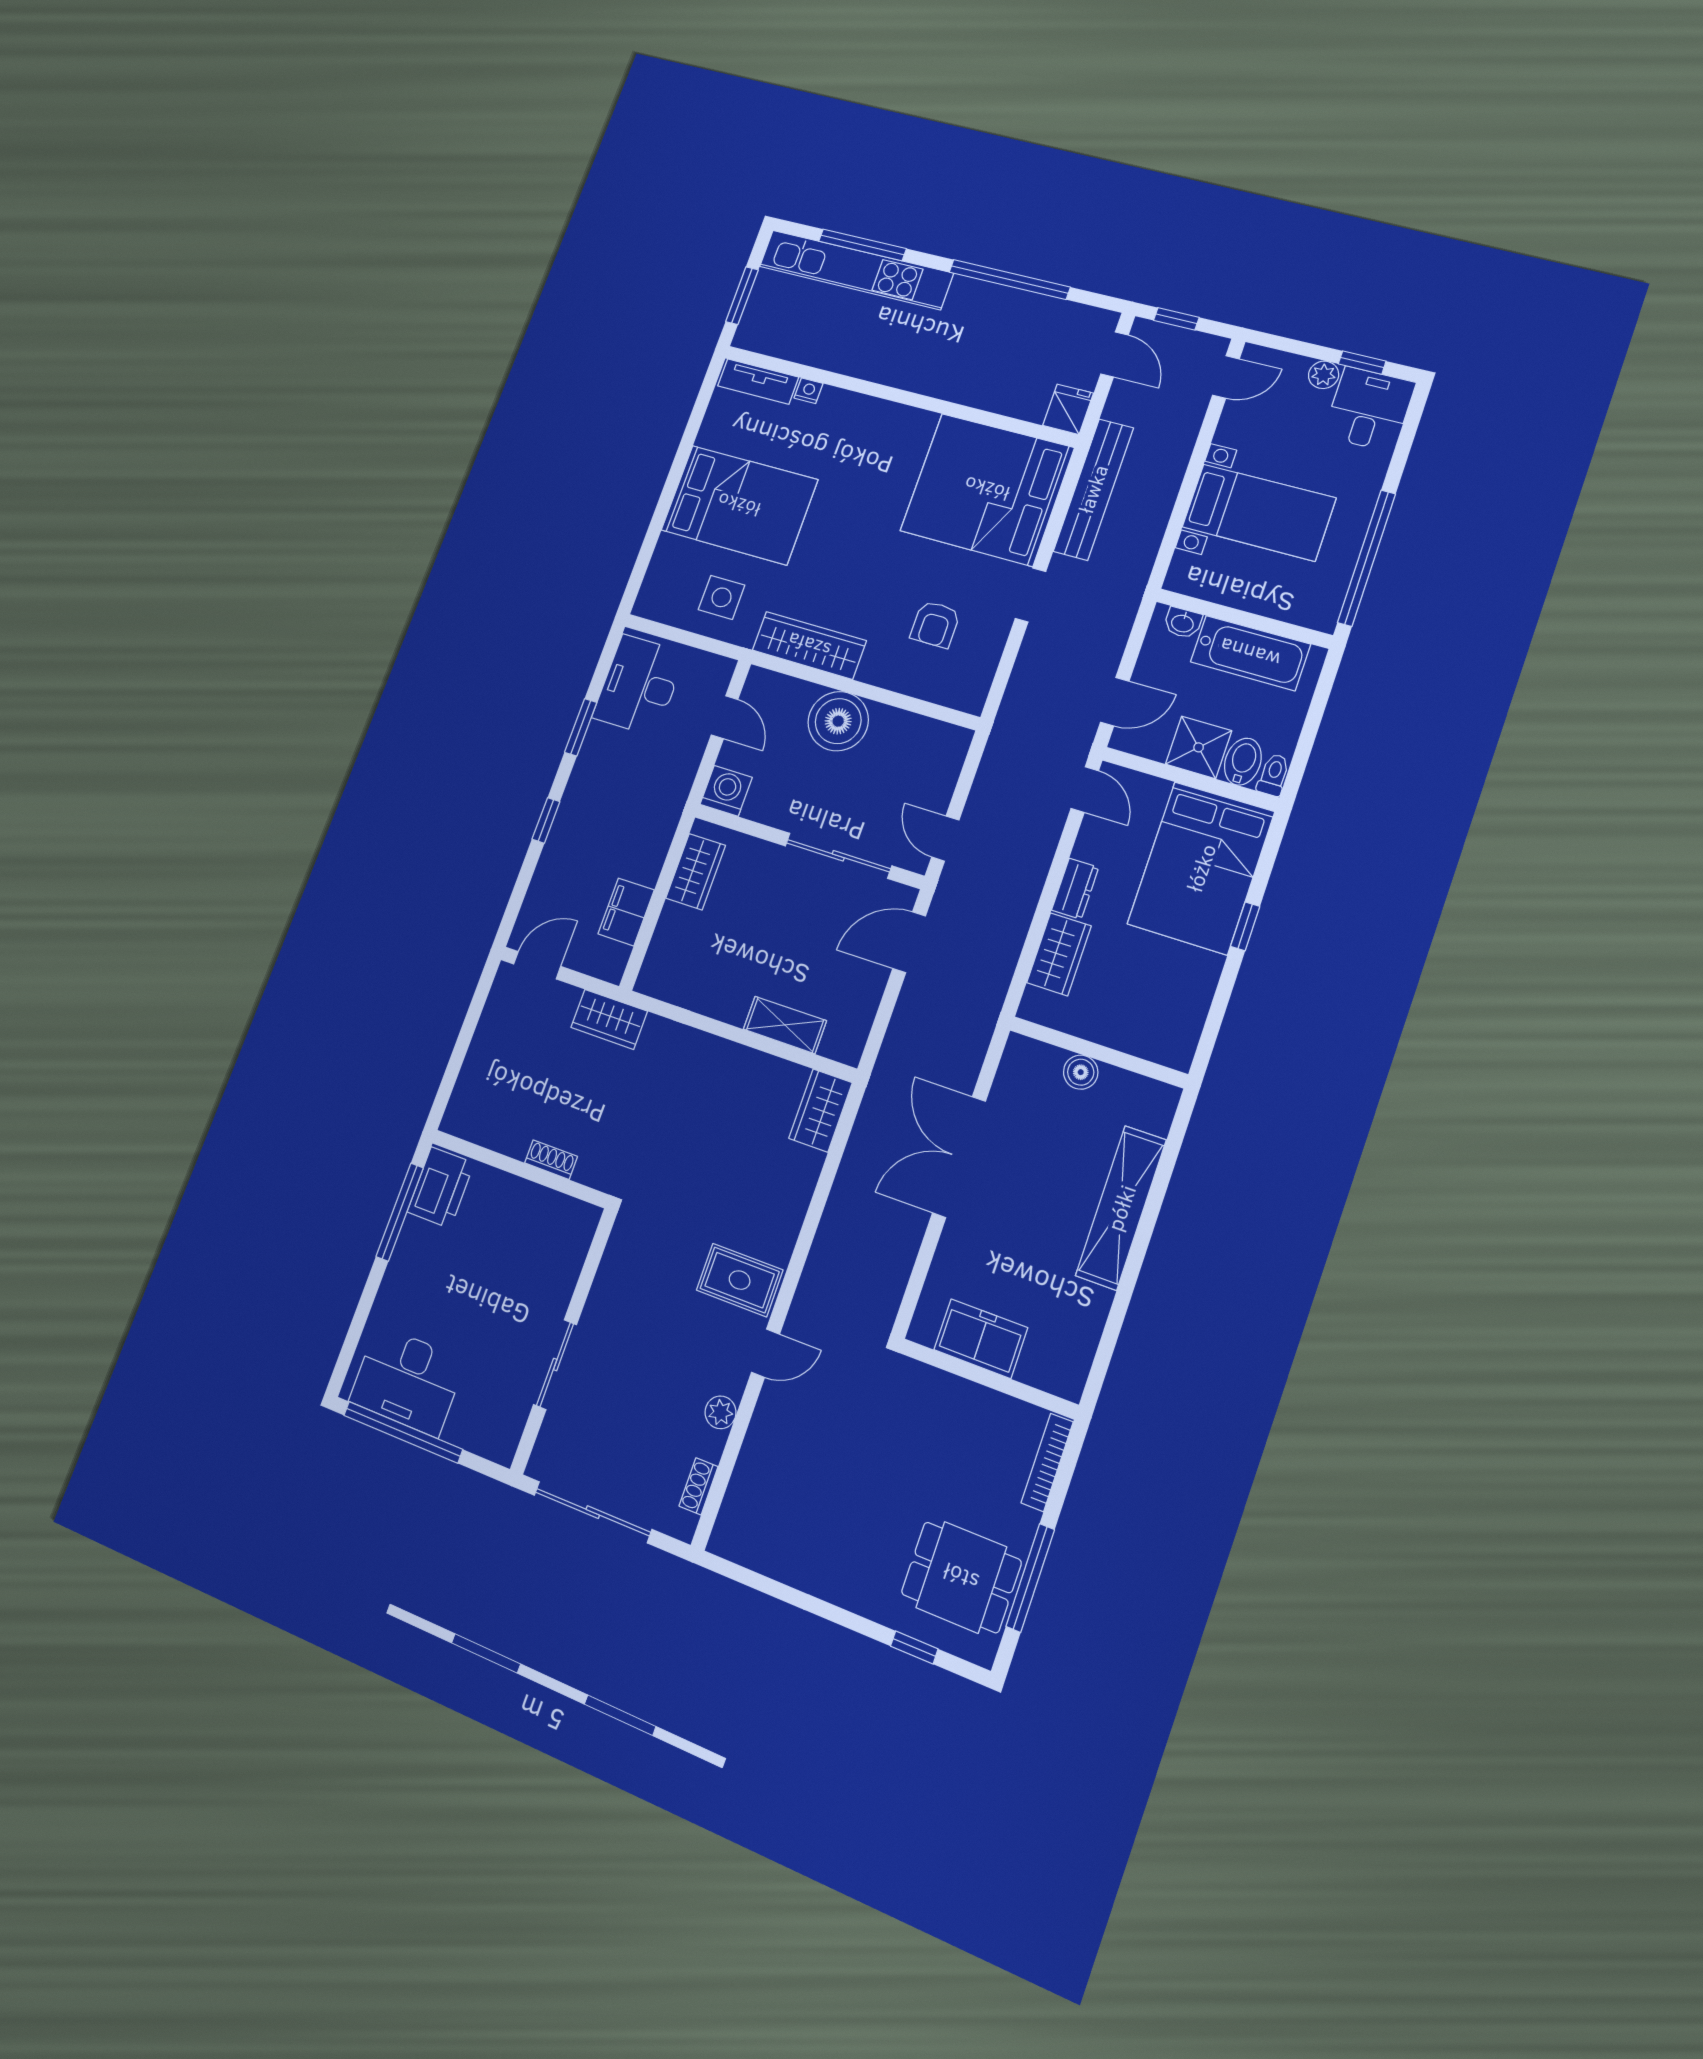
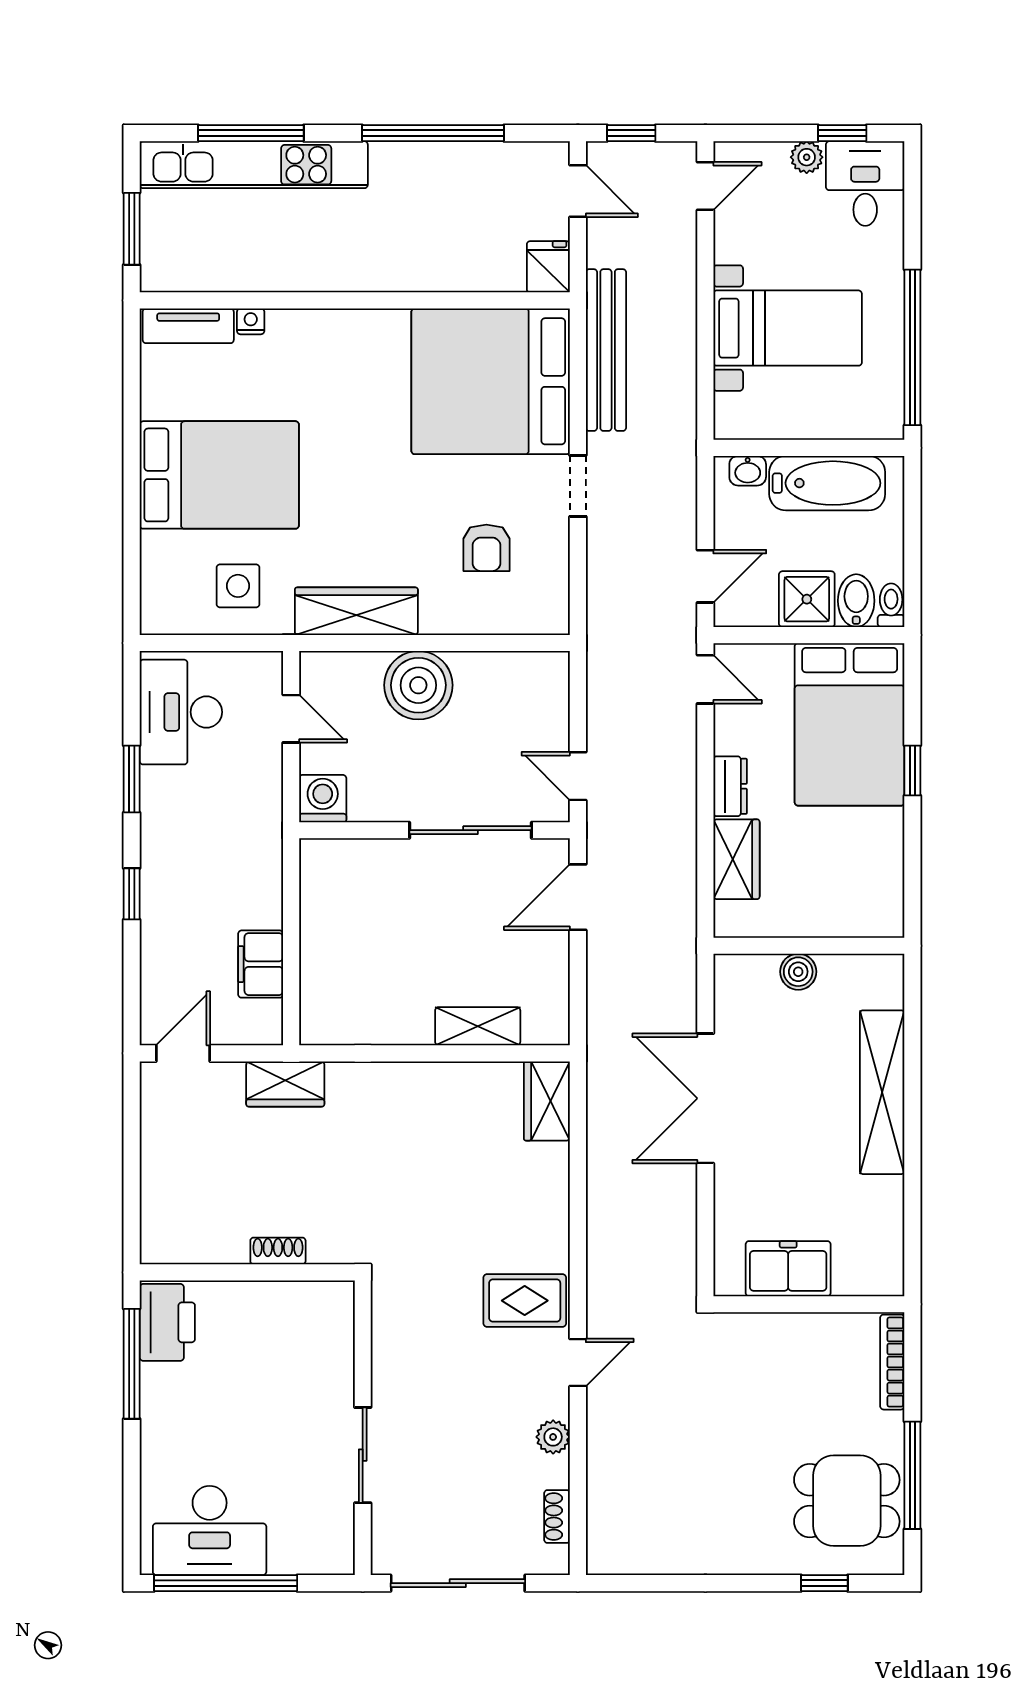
wardrobe: (696, 872) -> (321, 896), removed

